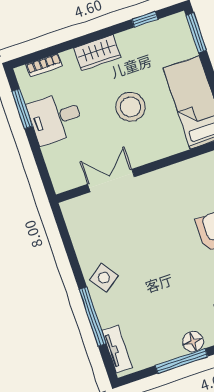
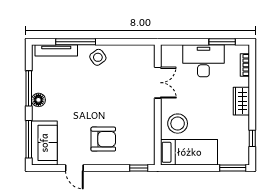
stool: (130, 107) -> (178, 124), moved
desk: (55, 118) -> (203, 61), width x1.37
tv unit: (117, 349) -> (56, 50), width x1.41

